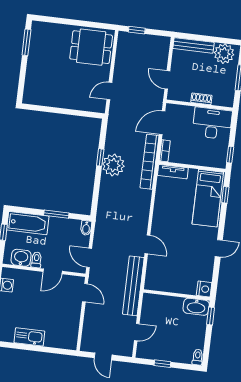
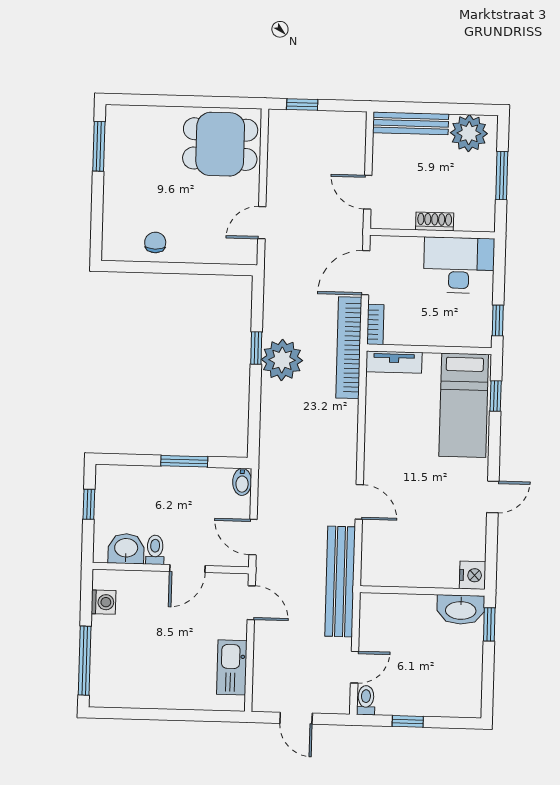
chair: (52, 96) -> (155, 242), added
bathtub: (28, 223) -> (133, 483), removed
kitchen sink: (29, 337) -> (232, 667), moved, turned -90
toilet: (198, 357) -> (366, 700), moved

